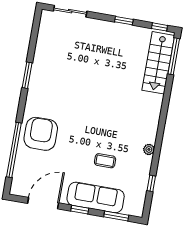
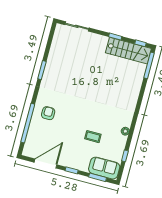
stairs: (158, 63) -> (128, 51), moved, turned -90
armchair: (41, 134) -> (48, 113), width x0.53, depth x0.53
sofa: (96, 198) -> (104, 168), moved, width x0.73

